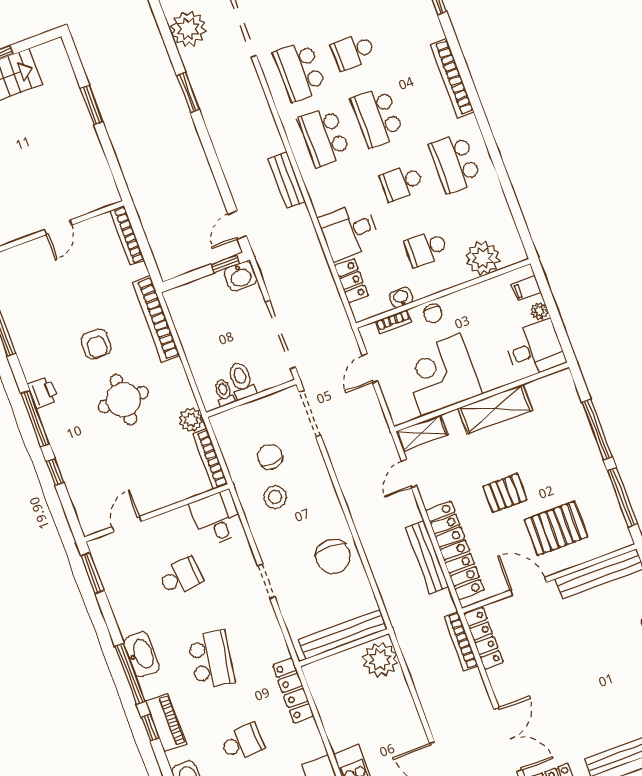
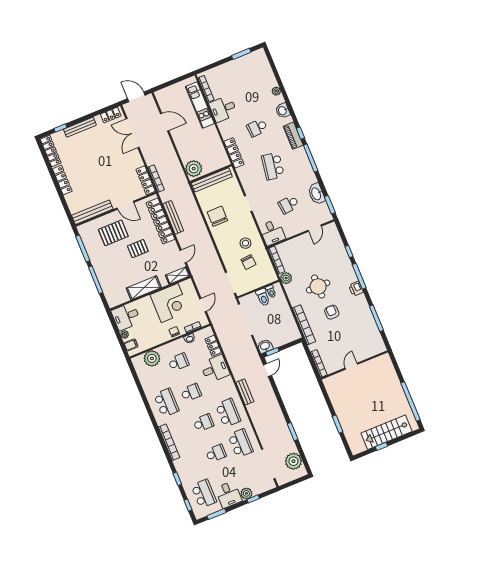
school desk: (377, 117) -> (203, 423), width x0.54
washbasin: (142, 654) -> (316, 194), moved

